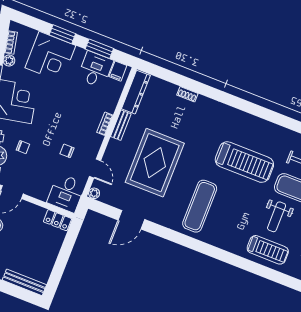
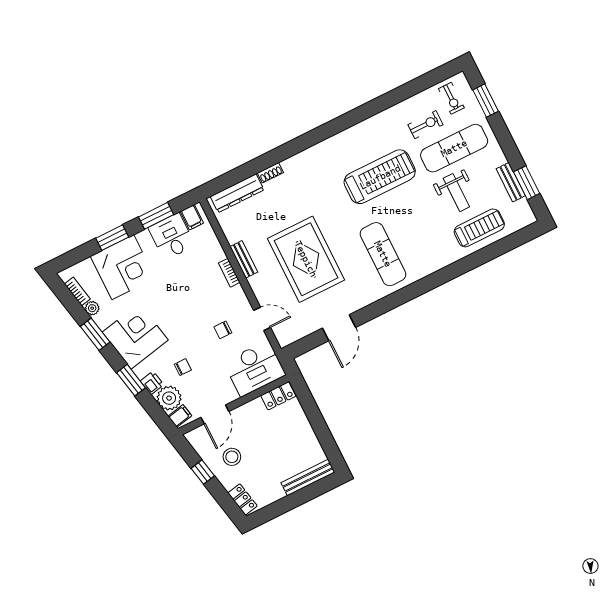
dresser: (136, 92) -> (237, 193), moved, turned 90
desk: (66, 193) -> (255, 368), width x1.37
plant: (94, 193) -> (284, 340), removed

